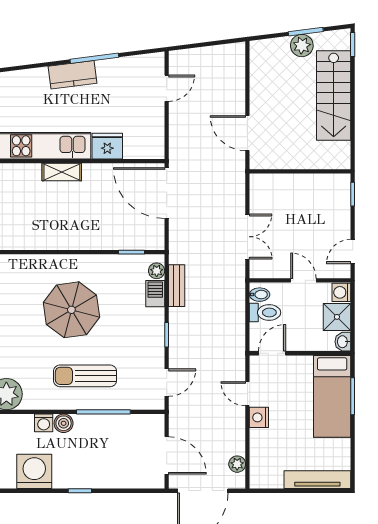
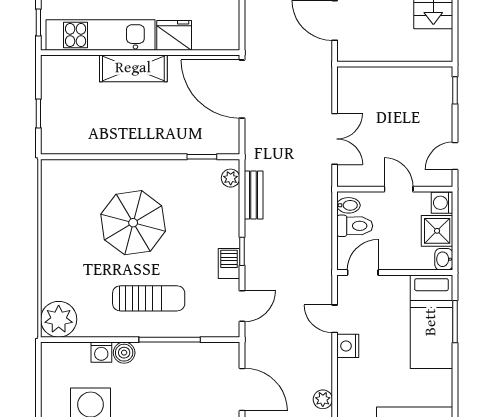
shelving: (62, 172) -> (133, 68), width x1.50, depth x1.33
barbecue: (155, 294) -> (229, 264), moved
sun lounger: (85, 376) -> (149, 298), turned 180

